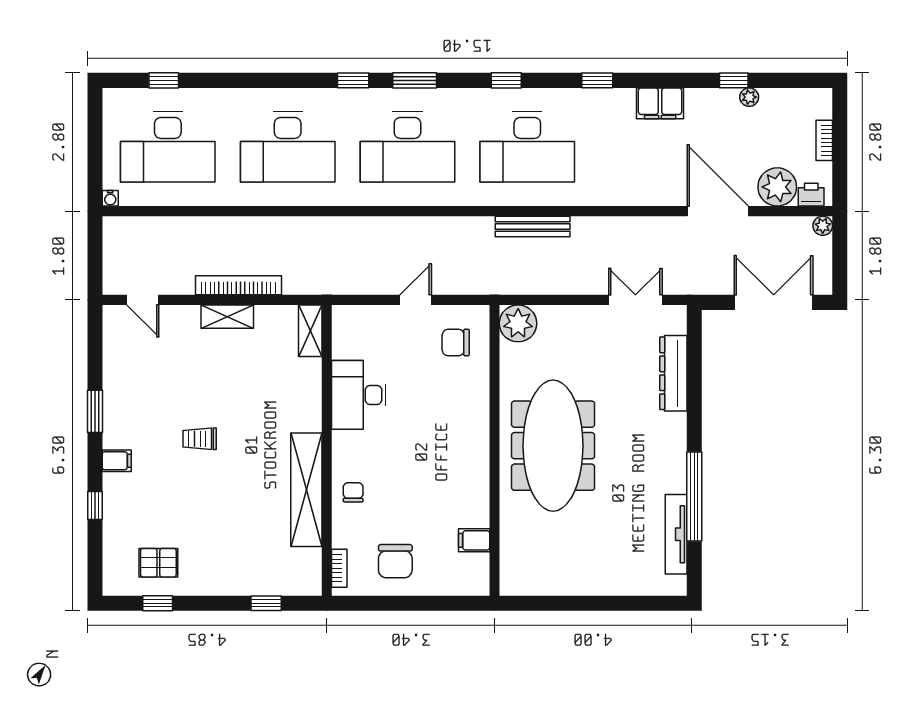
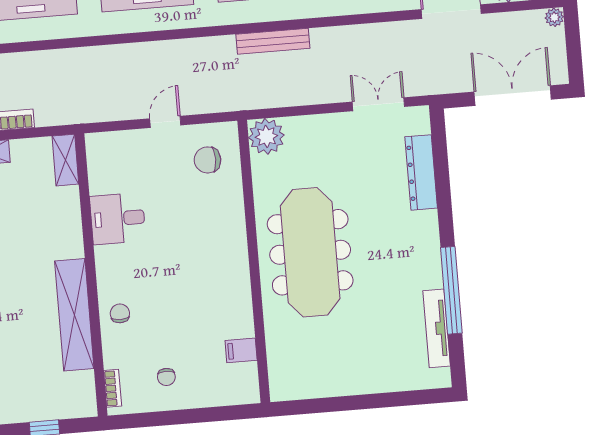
desk: (359, 395) -> (118, 219), width x0.73
chair: (395, 561) -> (166, 377), width x0.54, depth x0.54

